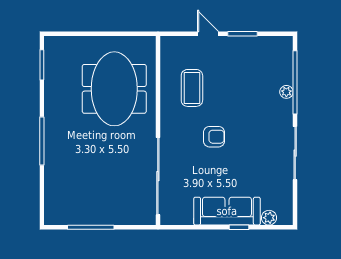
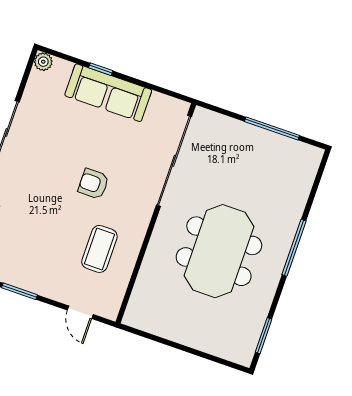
door: (208, 34) -> (80, 312), moved
meeting table: (114, 89) -> (219, 251), moved
plant: (269, 218) -> (43, 62), moved

